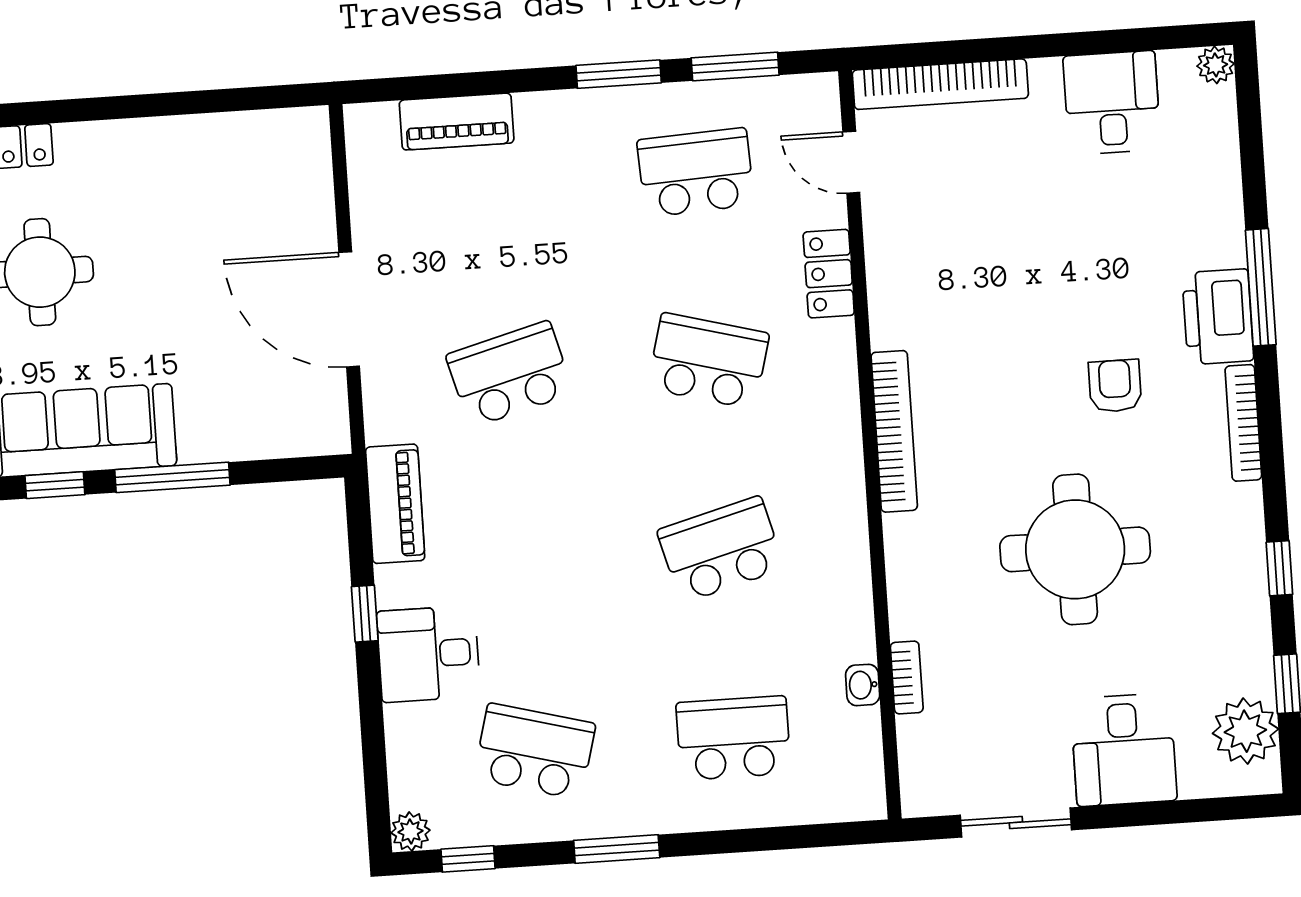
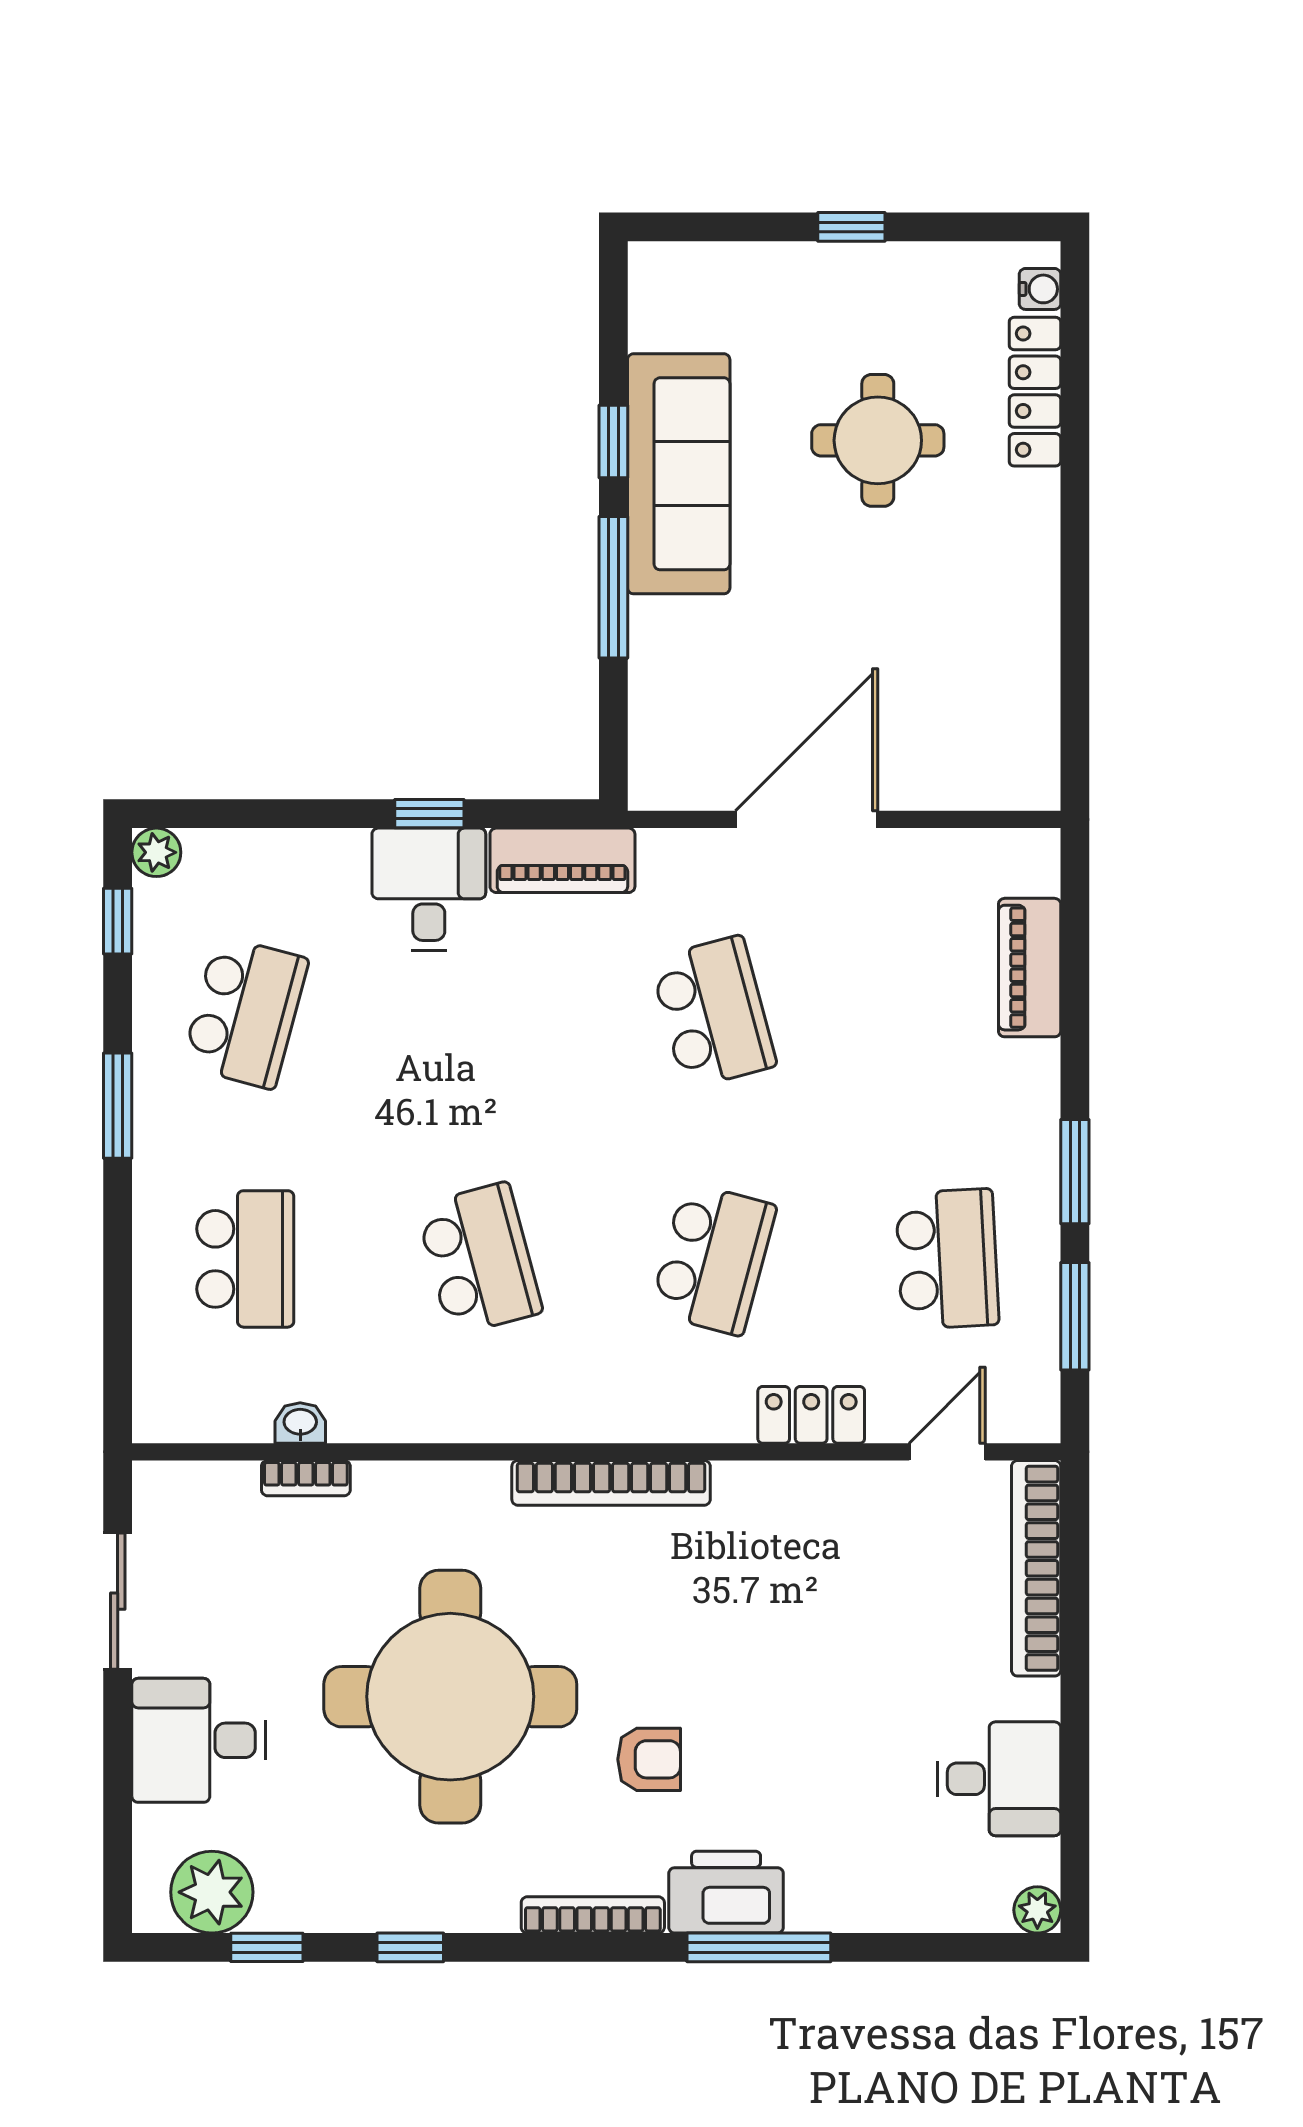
round table: (1075, 549) -> (450, 1697), width x1.36, depth x1.36
desk: (428, 654) -> (429, 889), moved

